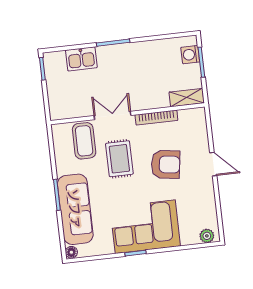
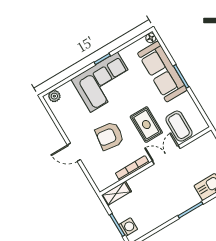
double door: (112, 115) -> (166, 155), swing flipped

